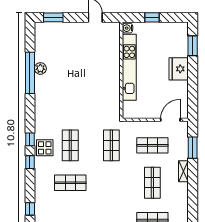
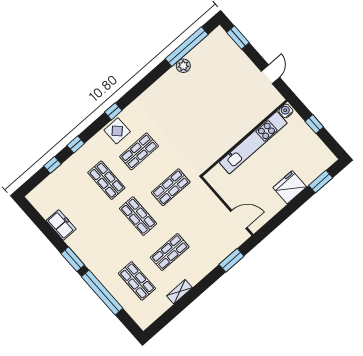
window: (30, 73) -> (187, 47), moved
shop shelf: (152, 145) -> (138, 216), moved
window: (30, 162) -> (76, 144), moved
shelving: (183, 171) -> (179, 292), moved

